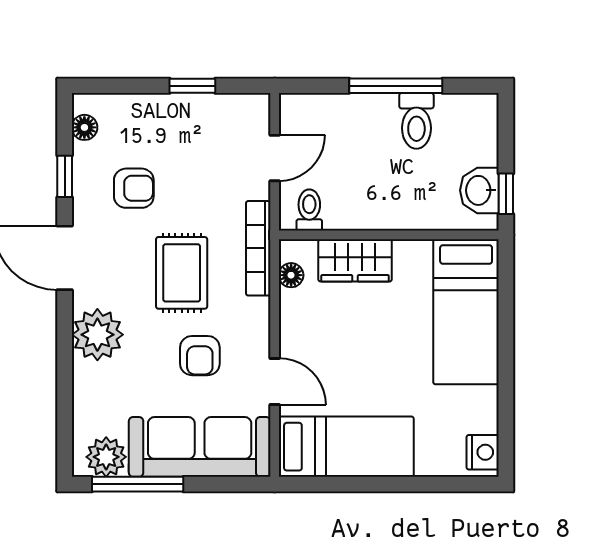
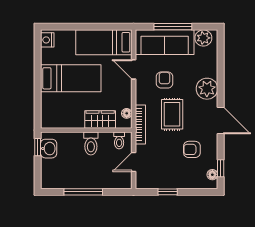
toilet: (416, 121) -> (91, 143), moved, turned 180
window: (65, 176) -> (221, 168), moved
bed: (466, 312) -> (71, 78), moved, turned 90
window: (138, 484) -> (173, 27), moved

